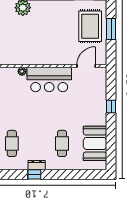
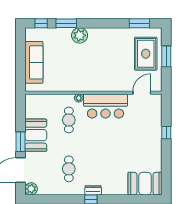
cafe table: (62, 143) -> (69, 120), moved
booth: (95, 143) -> (145, 184), moved, turned 90

